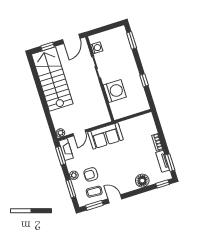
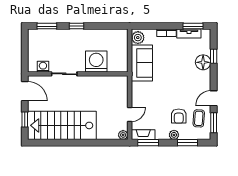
window: (144, 80) -> (77, 26), moved
plant: (146, 120) -> (138, 38), added
door: (79, 133) -> (130, 114), hinge flipped
sofa: (105, 136) -> (142, 63), moved
window: (163, 184) -> (214, 56), moved

